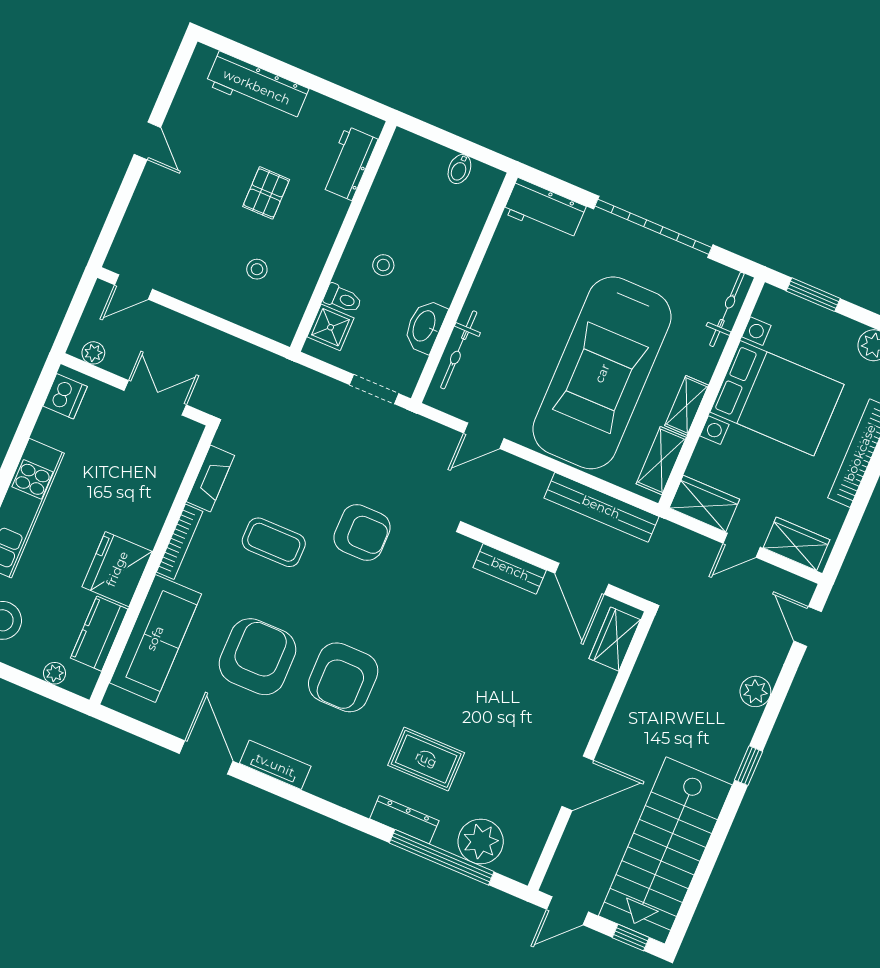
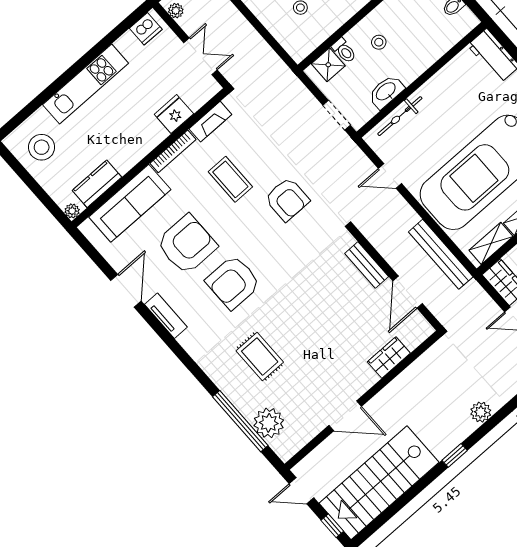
fridge: (117, 569) -> (174, 114), moved, width x0.73, depth x0.75
wardrobe: (615, 639) -> (389, 357), moved
plant: (55, 673) -> (72, 211), moved
dresser: (404, 820) -> (229, 387), removed

